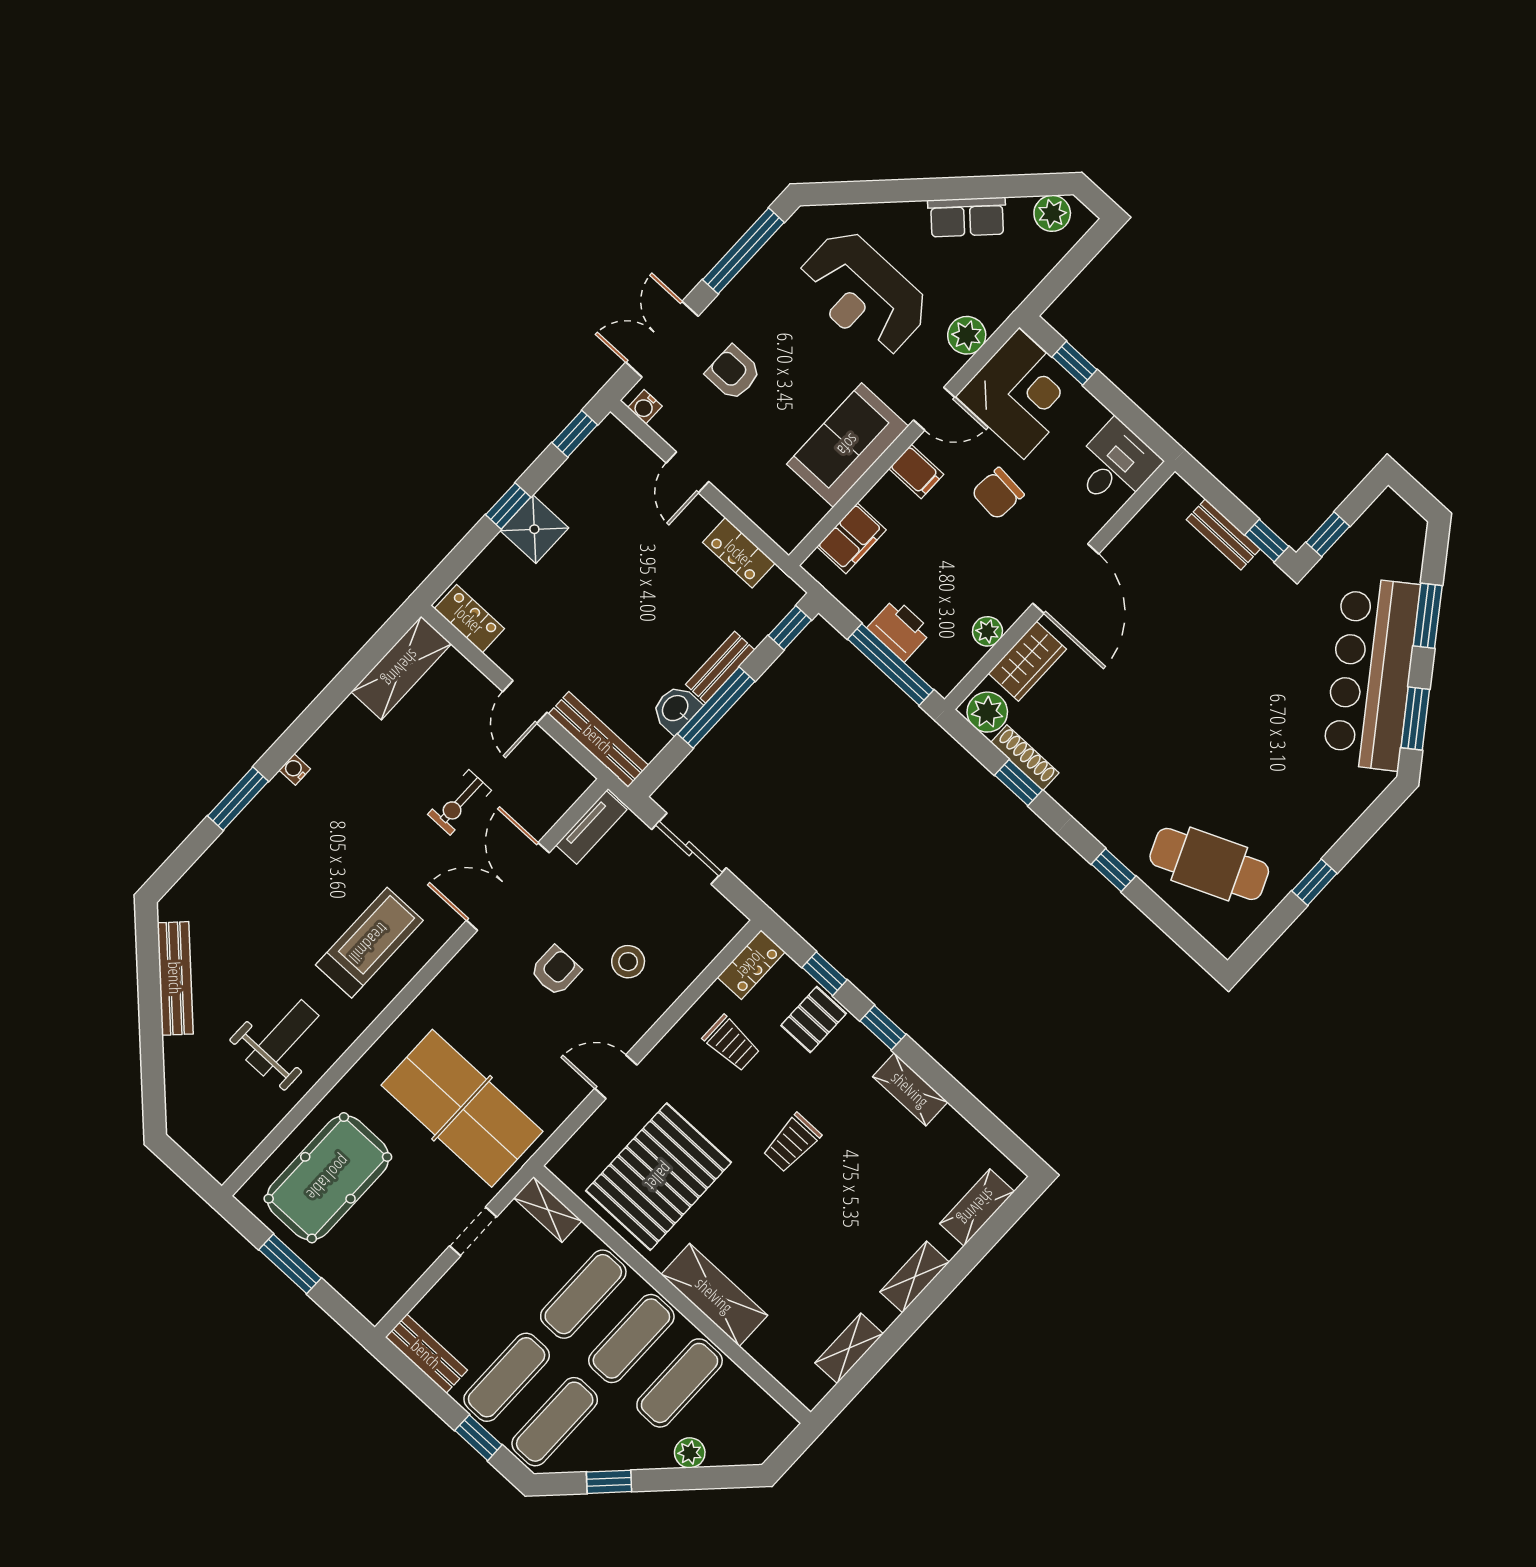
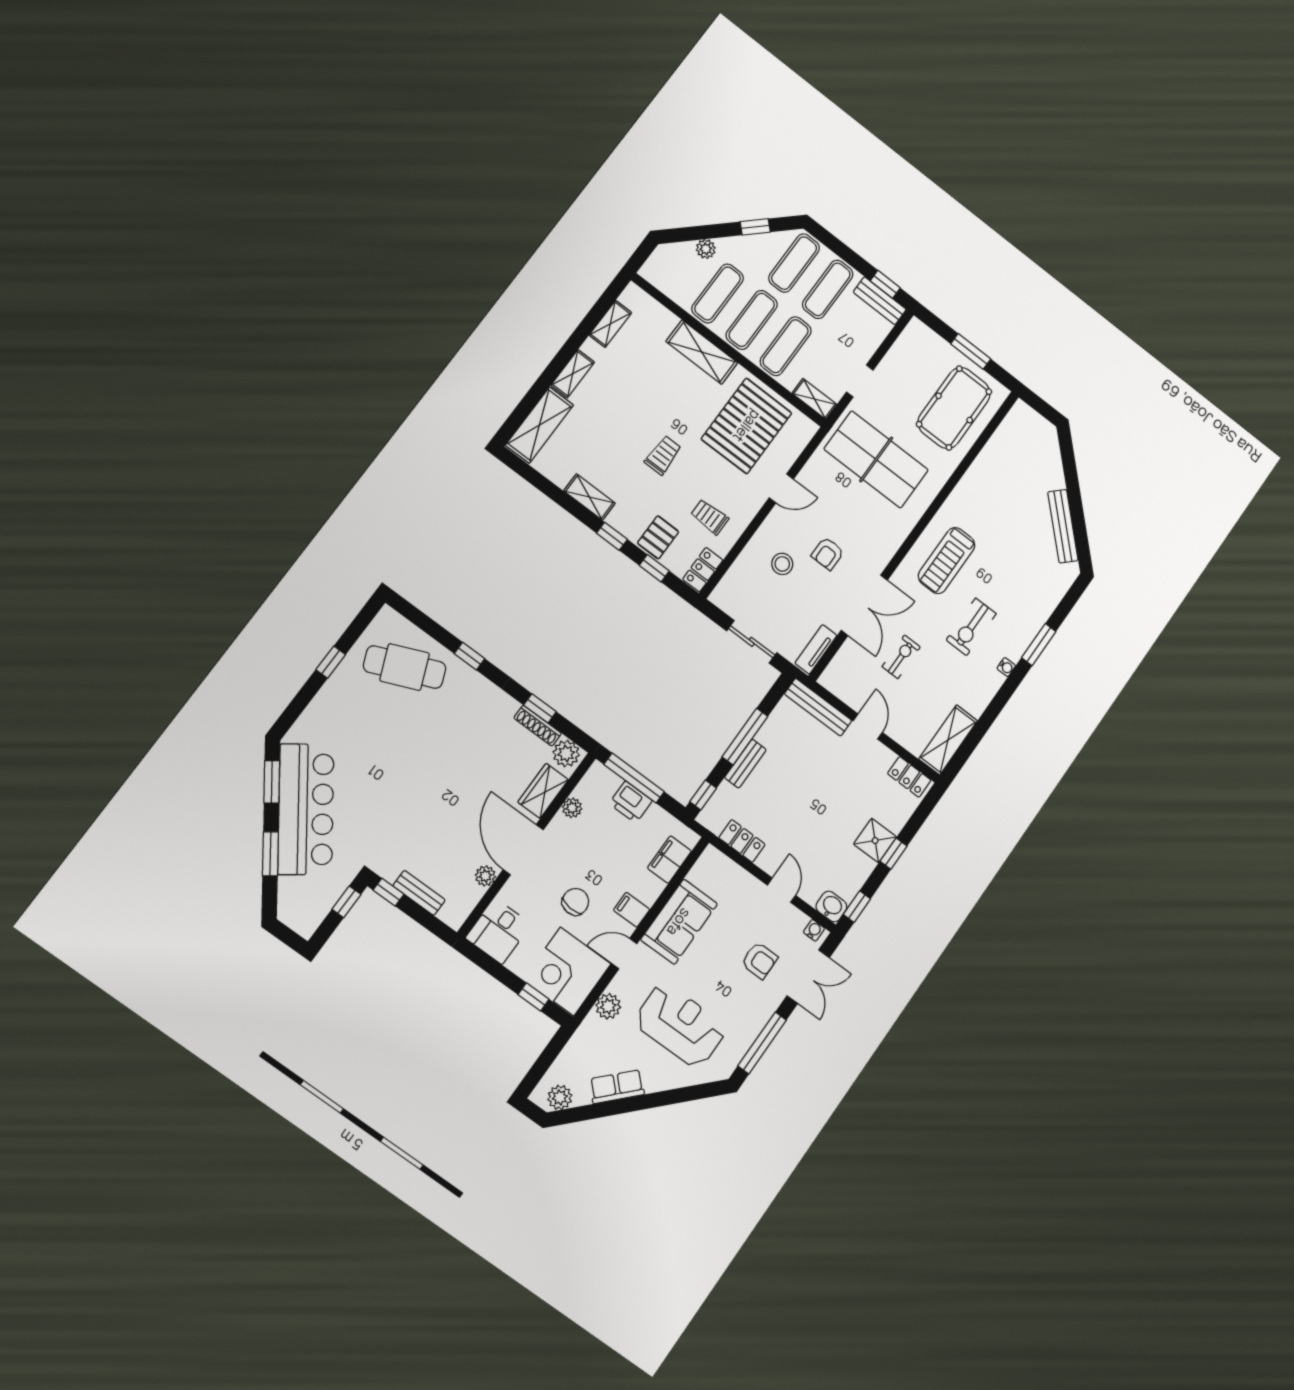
plant: (1125, 547) -> (485, 876), added
washbasin: (676, 709) -> (831, 907), moved, turned -90
exercise bike: (343, 837) -> (971, 627), added
weight bench: (282, 1038) -> (993, 495), removed
shelving: (977, 1207) -> (539, 425), width x1.50, depth x1.33
window: (478, 1438) -> (885, 284), moved

